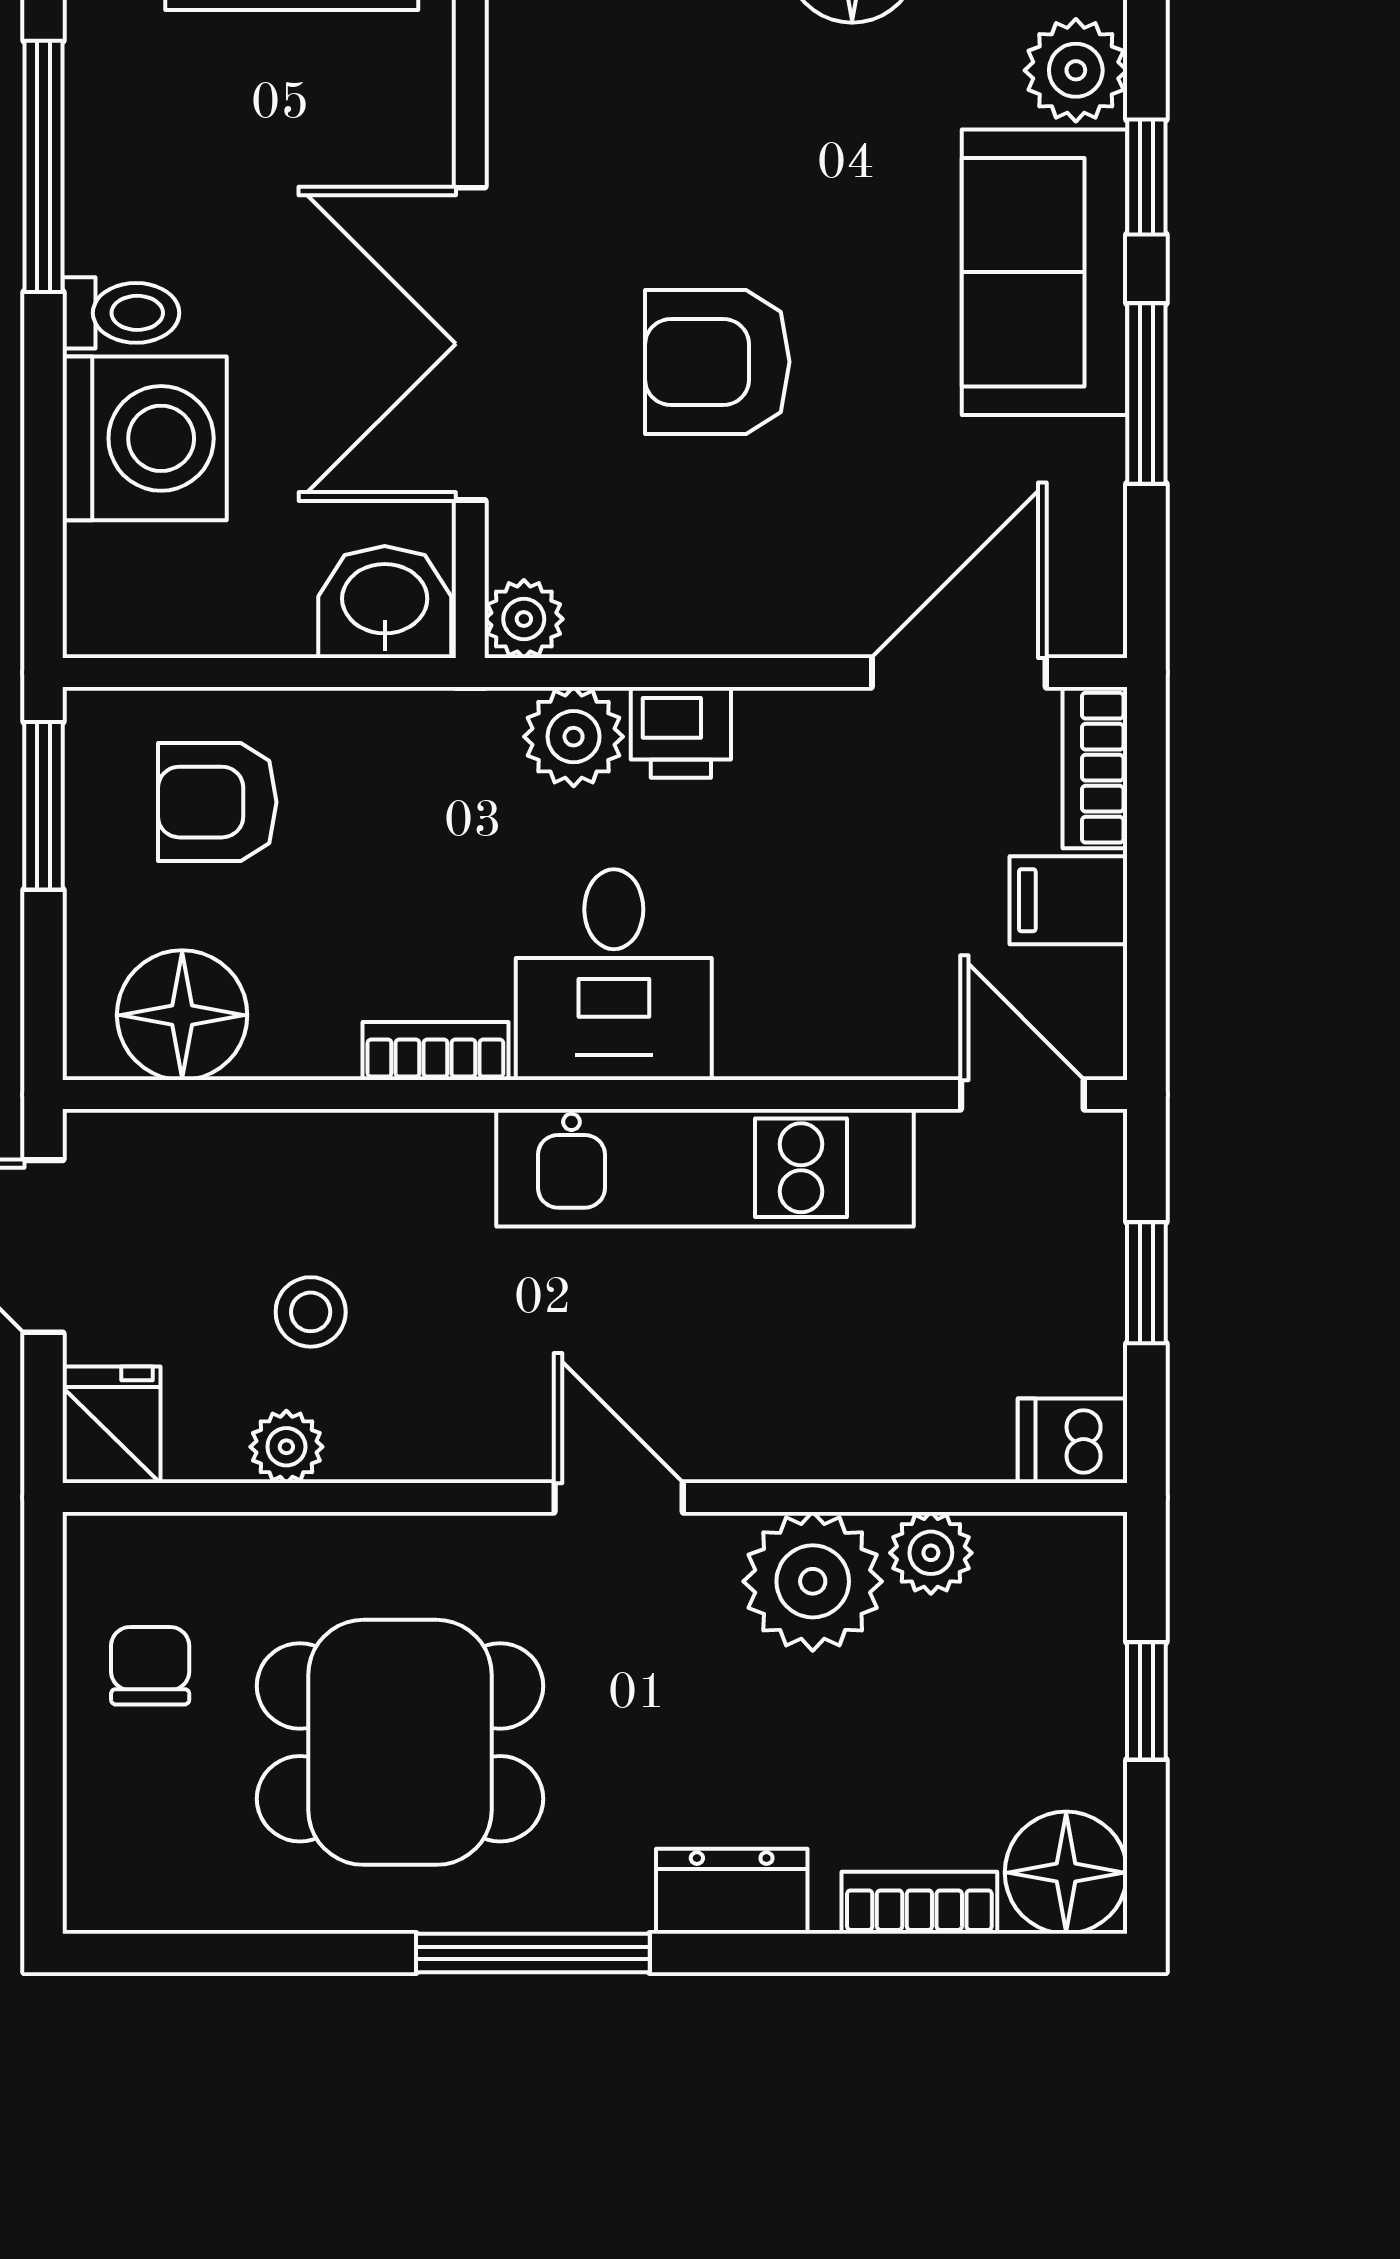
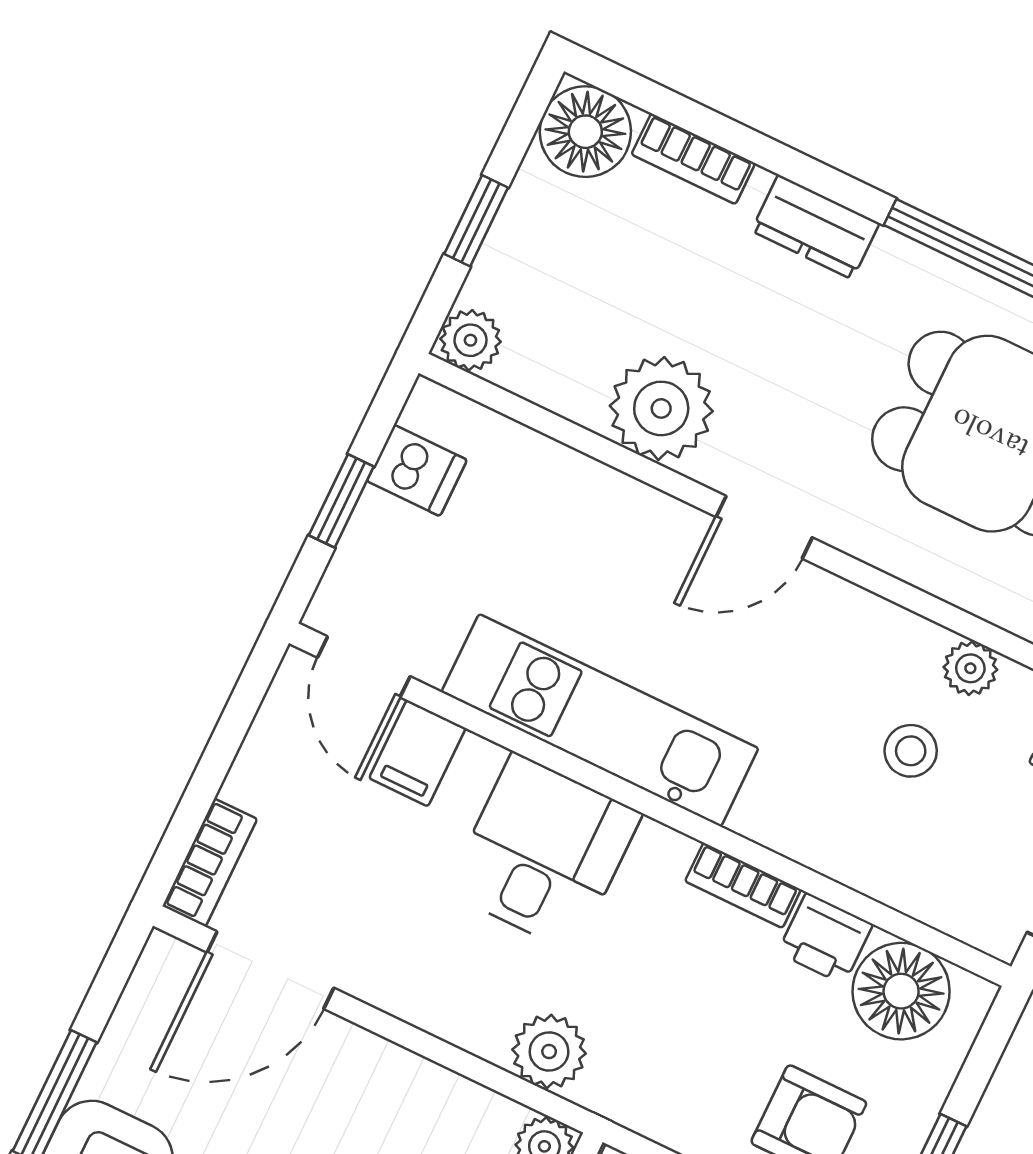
printer: (681, 732) -> (825, 938), moved, turned 180
filing cabinet: (1068, 900) -> (417, 753), moved, turned 90
desk: (614, 975) -> (544, 853), moved
dishwasher: (1073, 1441) -> (417, 470), moved
door: (619, 1497) -> (764, 527), hinge flipped
plant: (931, 1553) -> (470, 340), moved

